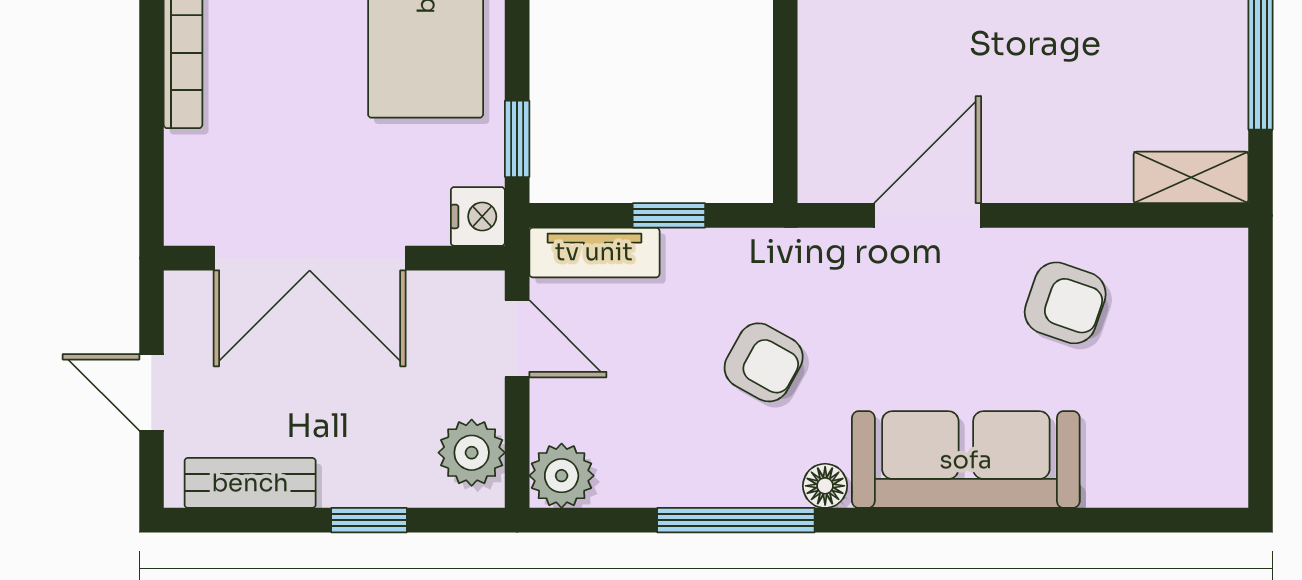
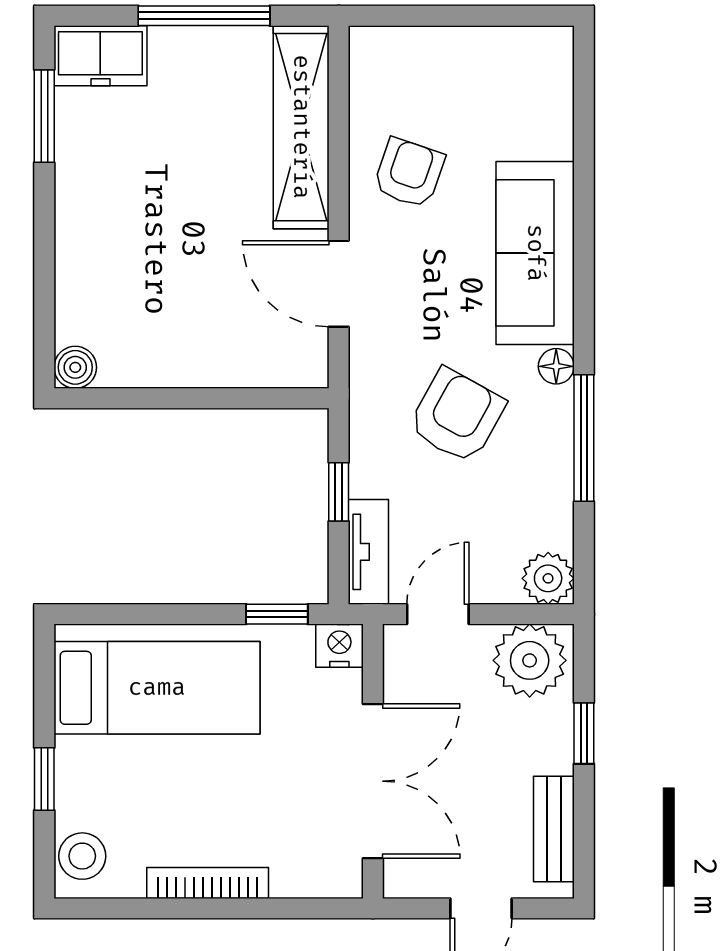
shelving: (1191, 177) -> (301, 127), width x2.20, depth x1.33
armchair: (764, 362) -> (457, 416), width x1.38, depth x1.38
plant: (472, 453) -> (530, 660), width x1.36, depth x1.36

